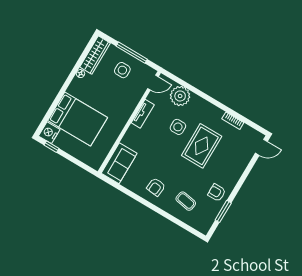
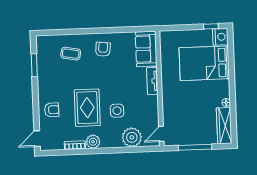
side table: (122, 70) -> (193, 128), removed
tv unit: (143, 114) -> (152, 81), moved
plant: (215, 114) -> (93, 142), added
armchair: (217, 193) -> (52, 110), moved

